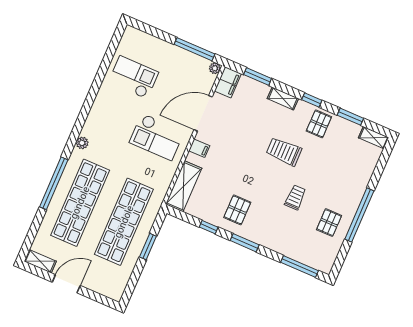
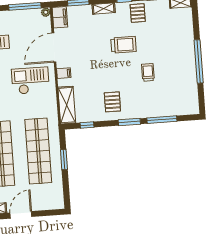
checkout: (157, 137) -> (30, 81), turned 180
trolley: (284, 151) -> (124, 45), turned 180
pallet: (329, 223) -> (180, 78), removed
window: (209, 227) -> (87, 125), moved
window: (299, 266) -> (162, 120), moved

